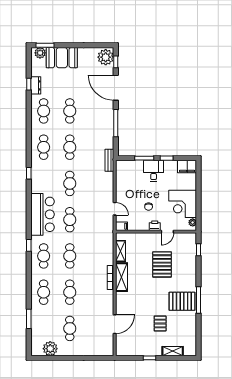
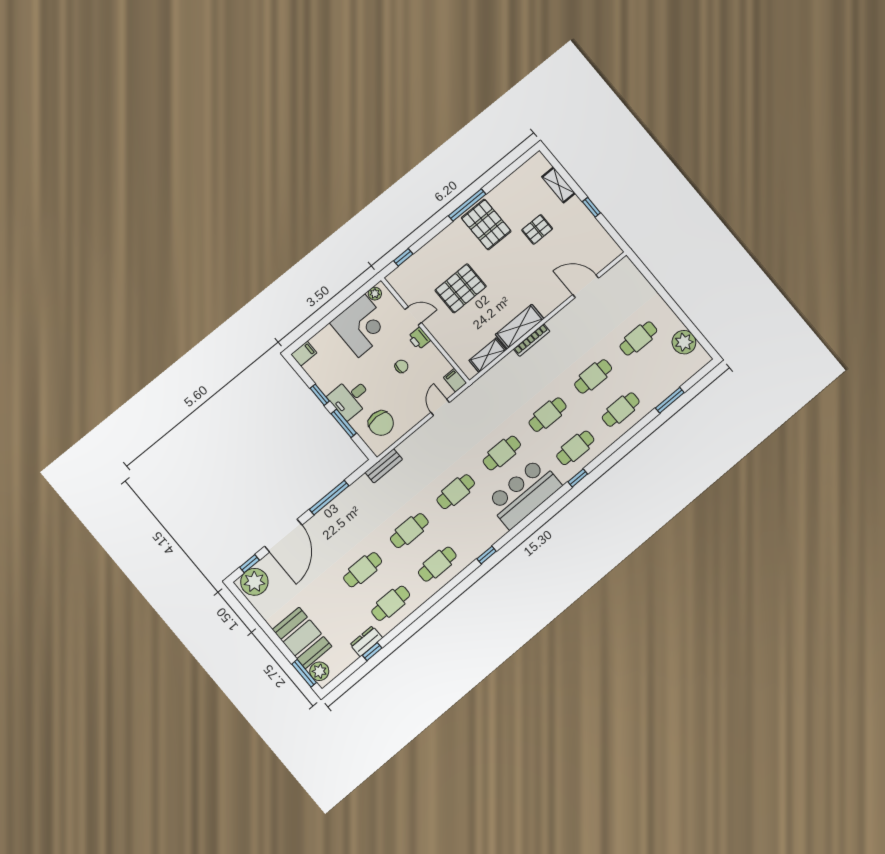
filing cabinet: (187, 166) -> (304, 354), width x0.50
chair: (130, 175) -> (381, 423), added

